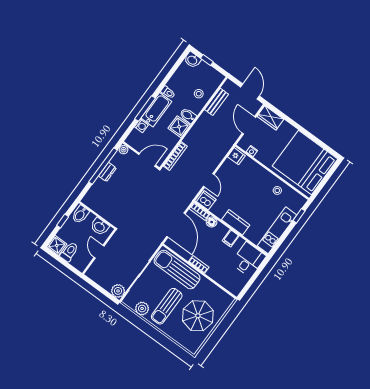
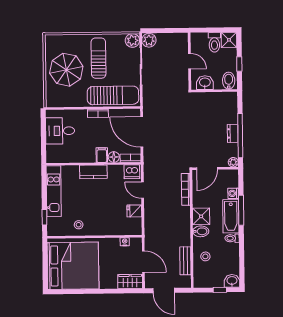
fridge: (236, 156) -> (134, 211), moved
filing cabinet: (231, 238) -> (102, 155), moved
desk: (249, 259) -> (60, 131), moved, turned 90
plant: (142, 309) -> (132, 40), moved

